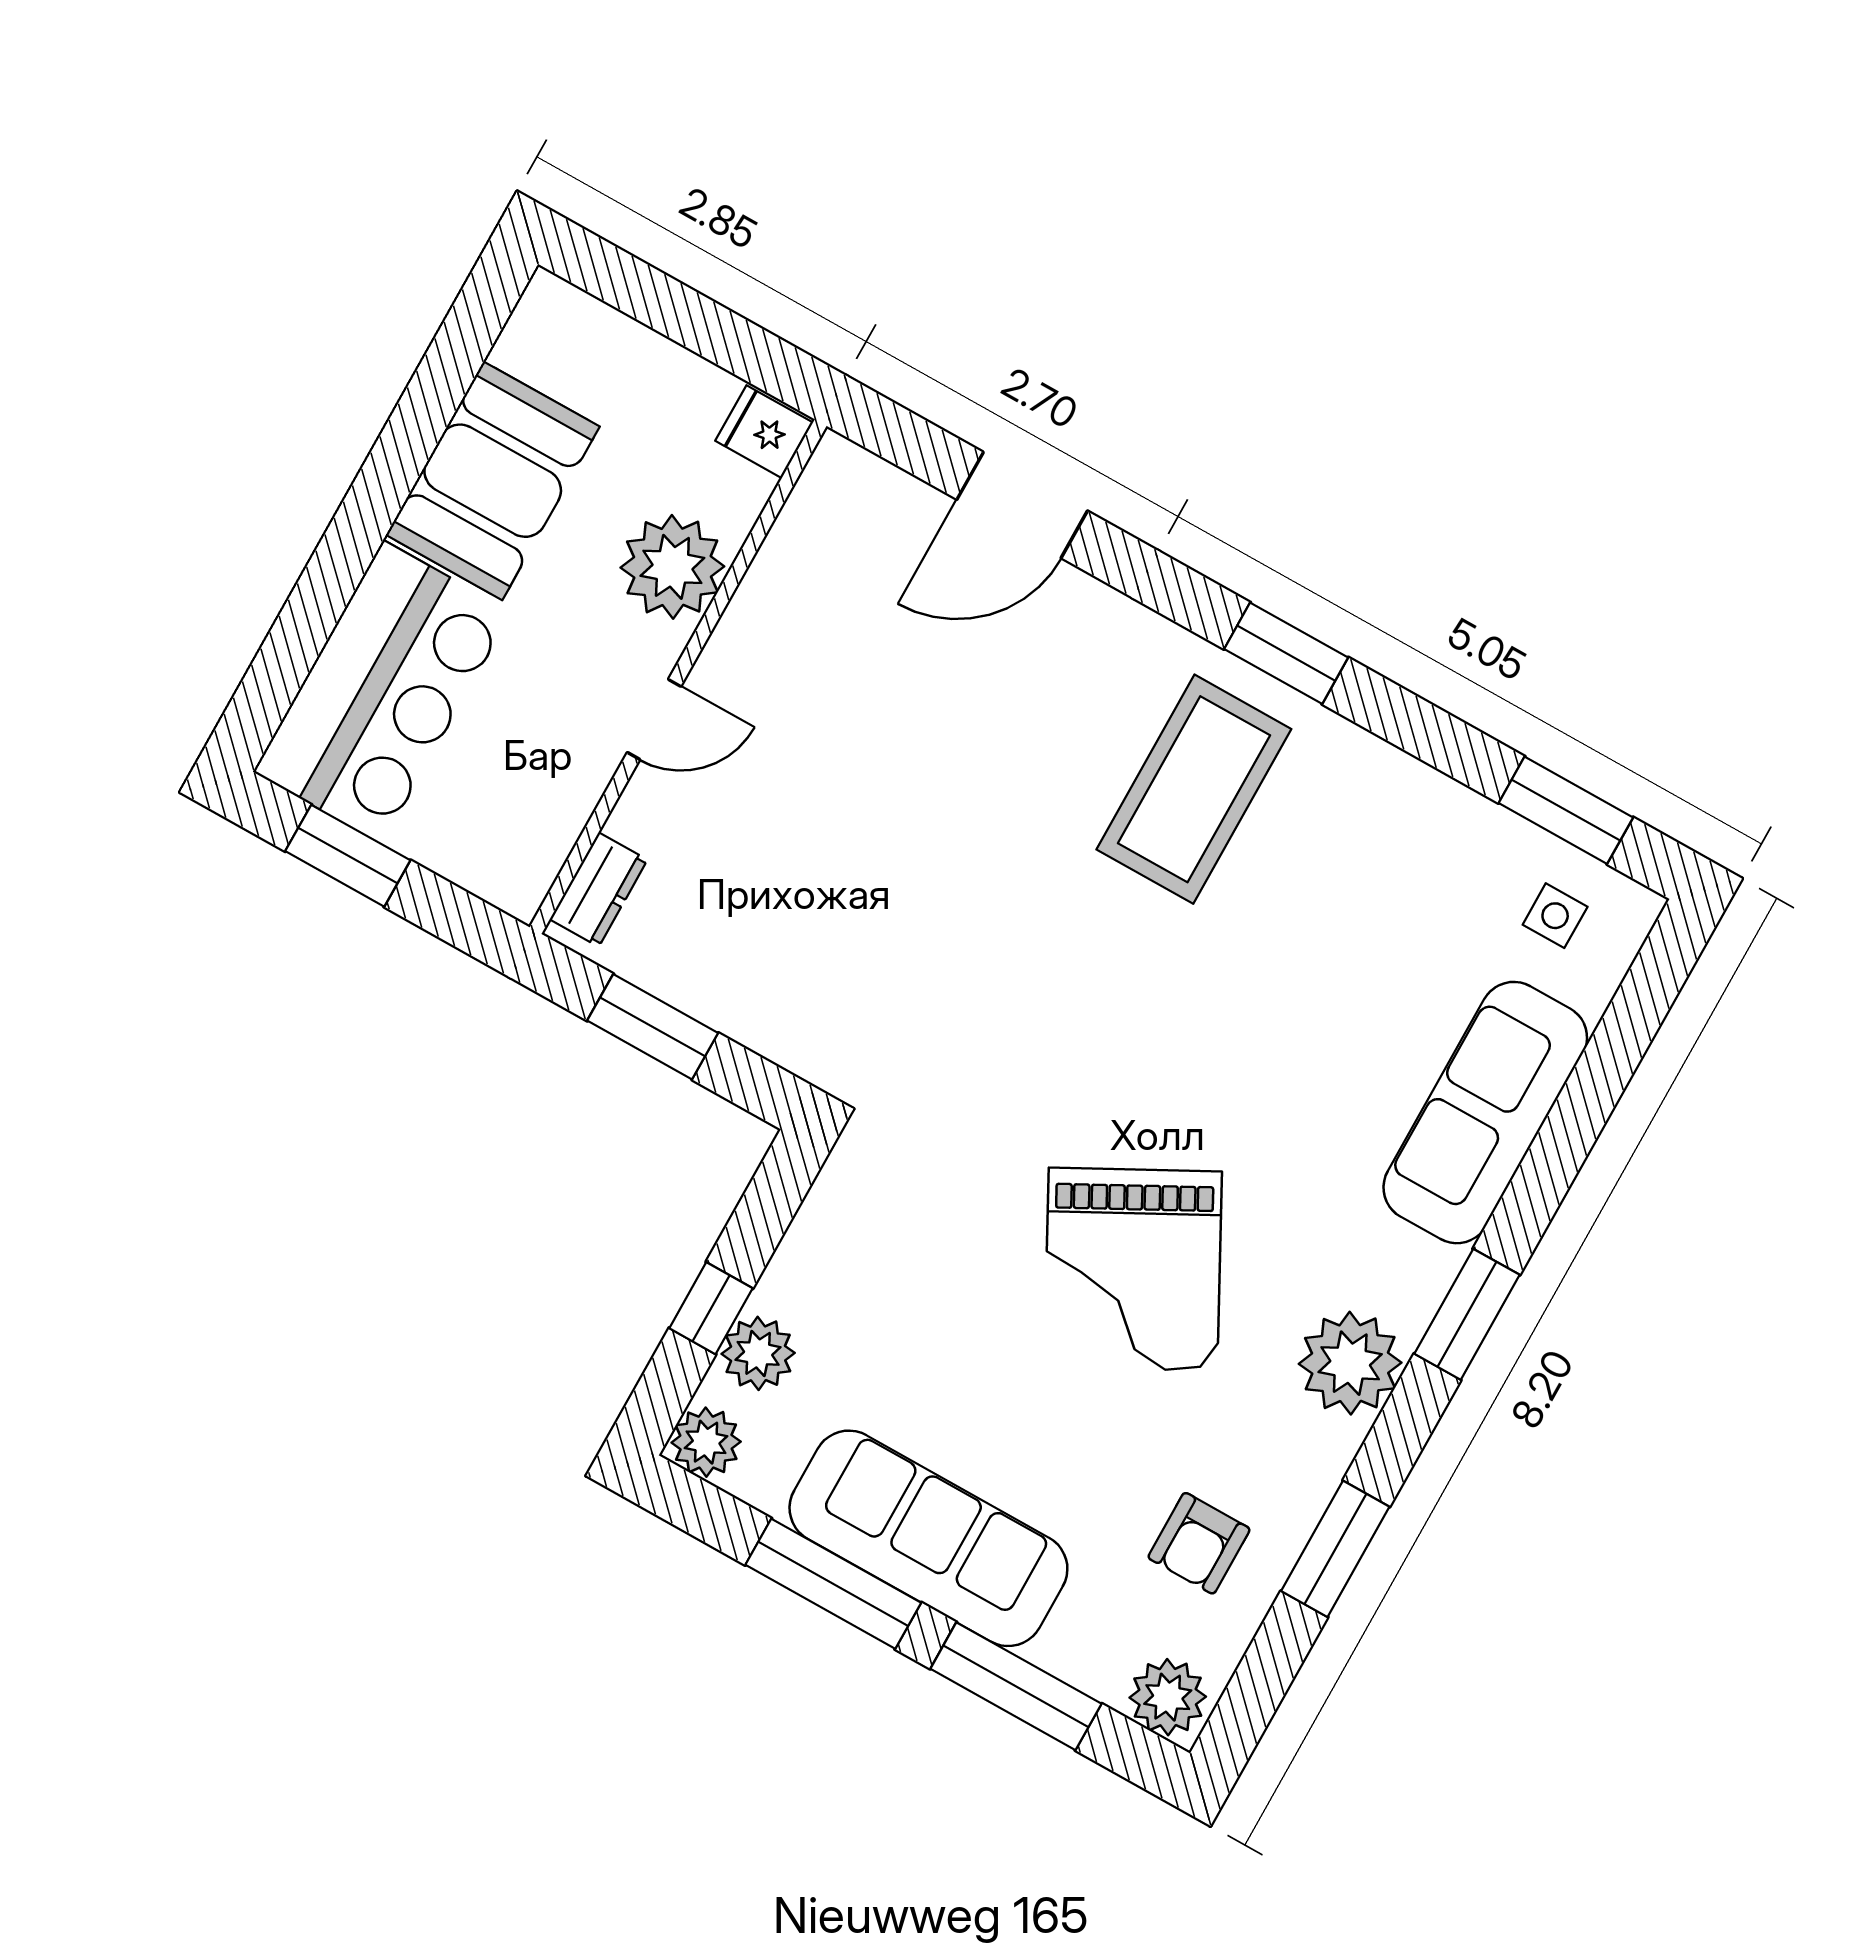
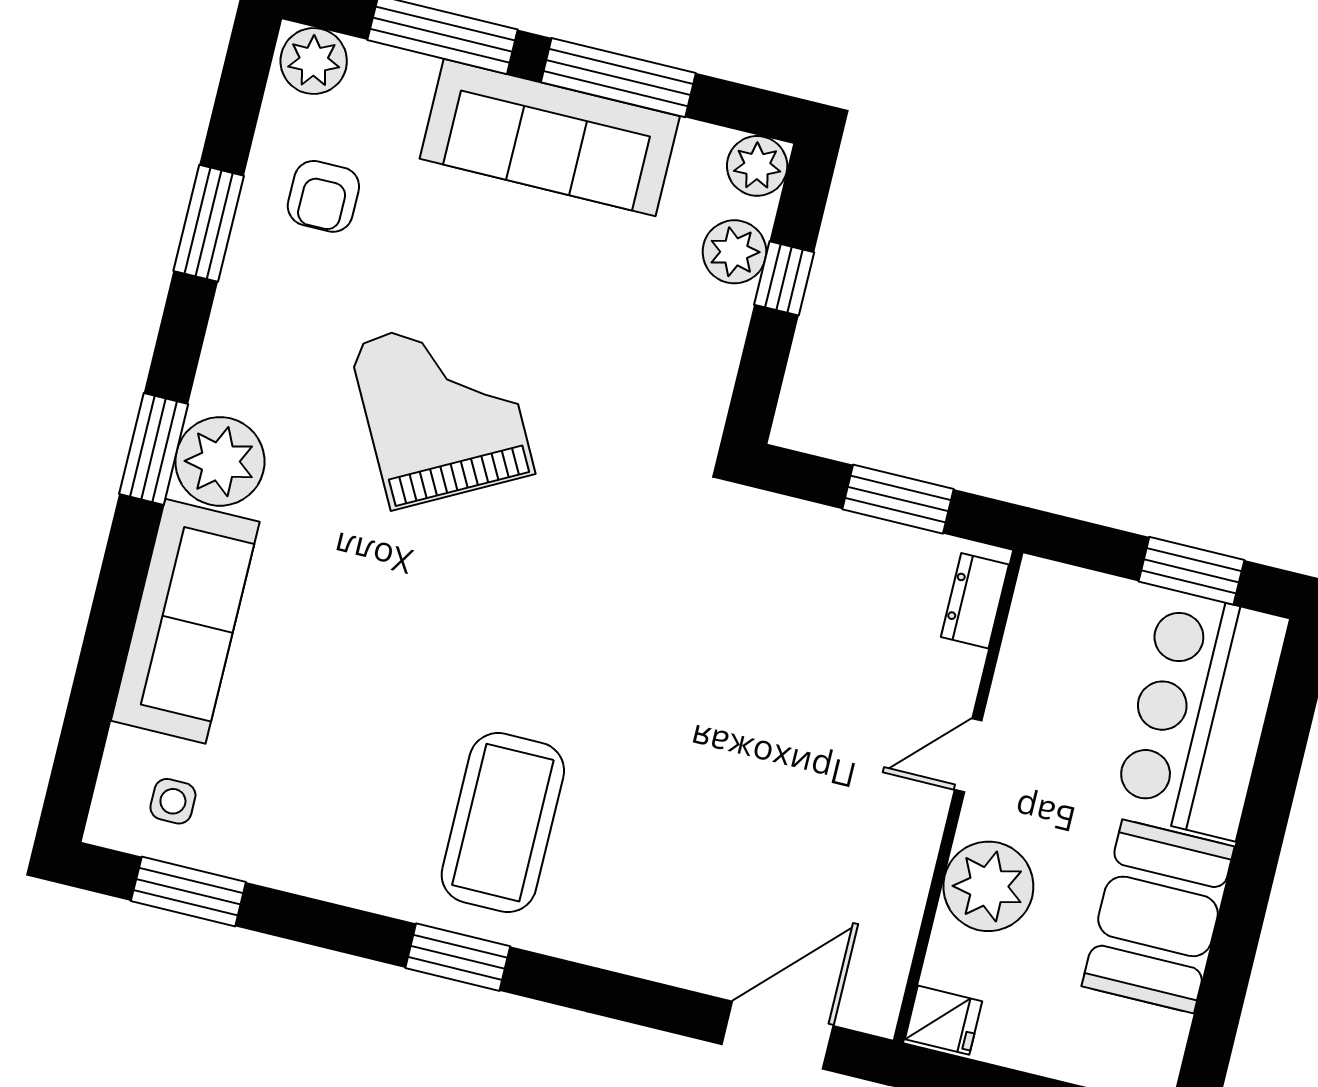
door: (1022, 505) -> (778, 1035), moved
plant: (1350, 1363) -> (220, 461), moved
armchair: (1199, 1543) -> (323, 196), turned 180

